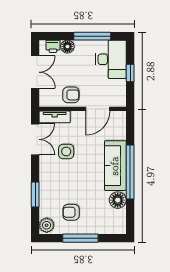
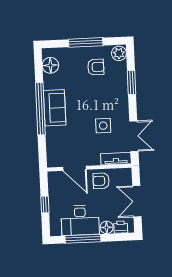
desk: (111, 59) -> (80, 220), moved, turned -90
door: (98, 109) -> (75, 168), swing flipped
double door: (35, 139) -> (134, 136), swing flipped
sofa: (115, 166) -> (55, 108), width x0.73
floor lamp: (118, 200) -> (50, 65), moved

